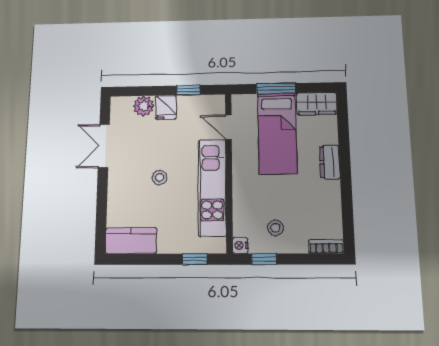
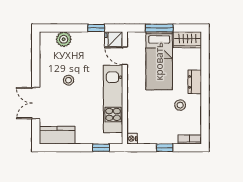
fridge: (166, 107) -> (114, 39), moved, turned 90
double door: (104, 146) -> (36, 103), moved
stool: (159, 177) -> (69, 80), moved
stool: (276, 228) -> (180, 105), moved
window: (264, 259) -> (165, 148), moved

